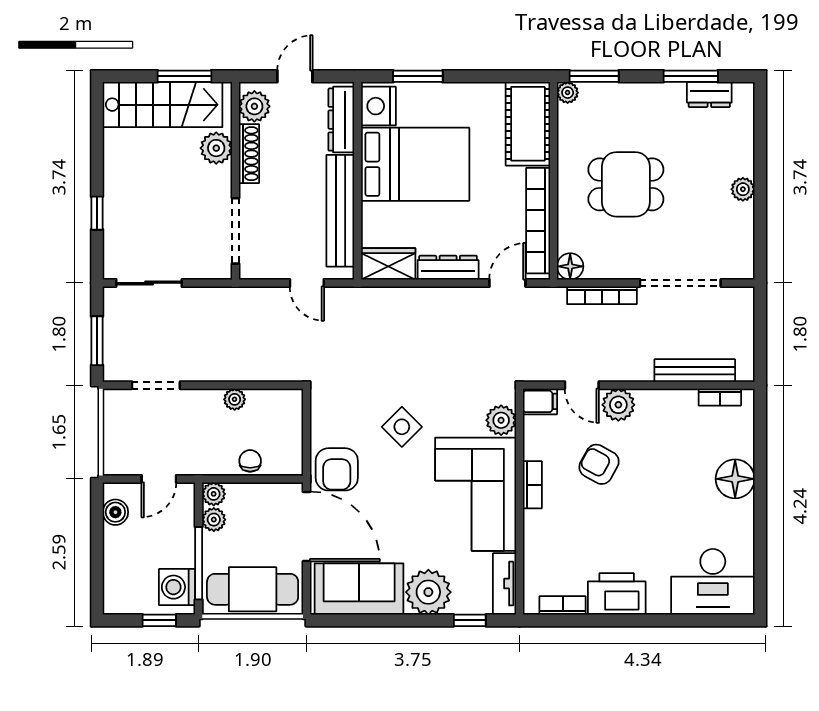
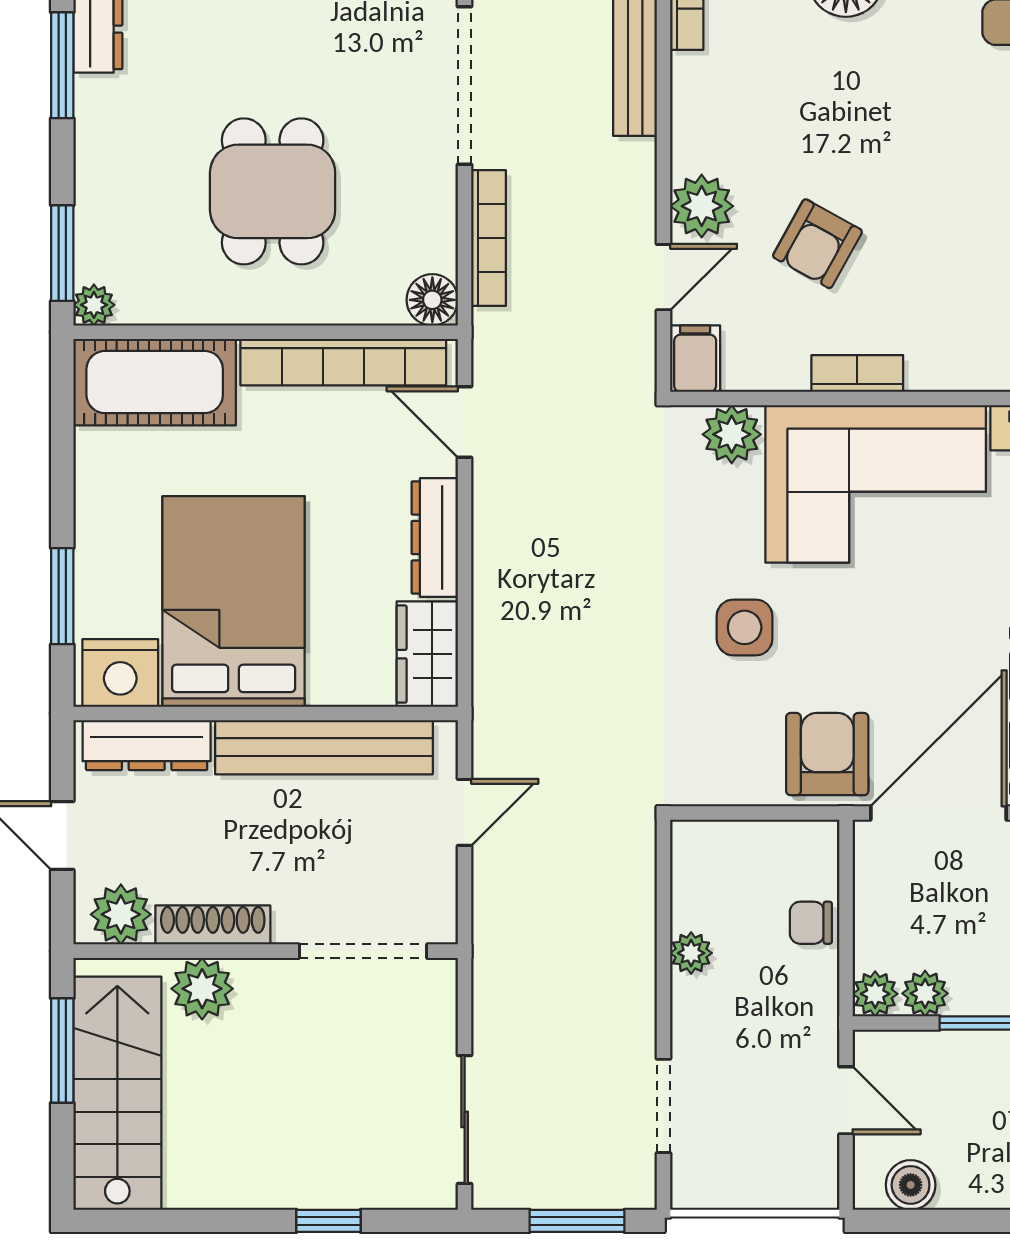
side table: (402, 427) -> (745, 627), turned 45
armchair: (337, 469) -> (827, 754), turned -90

